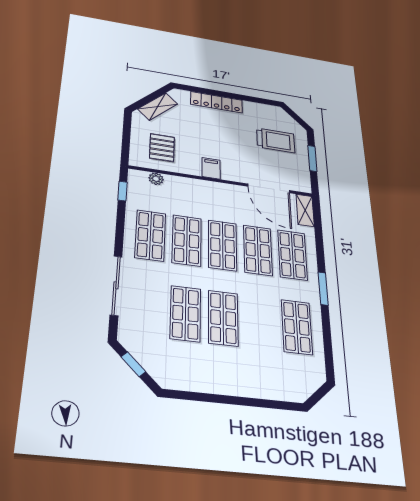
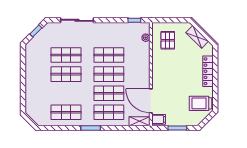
trolley: (276, 140) -> (200, 103), moved, turned 90
pallet: (162, 148) -> (168, 40), turned 90
filing cabinet: (211, 168) -> (159, 119), moved
door: (269, 188) -> (151, 101), hinge flipped
shop shelf: (150, 235) -> (109, 36), removed

